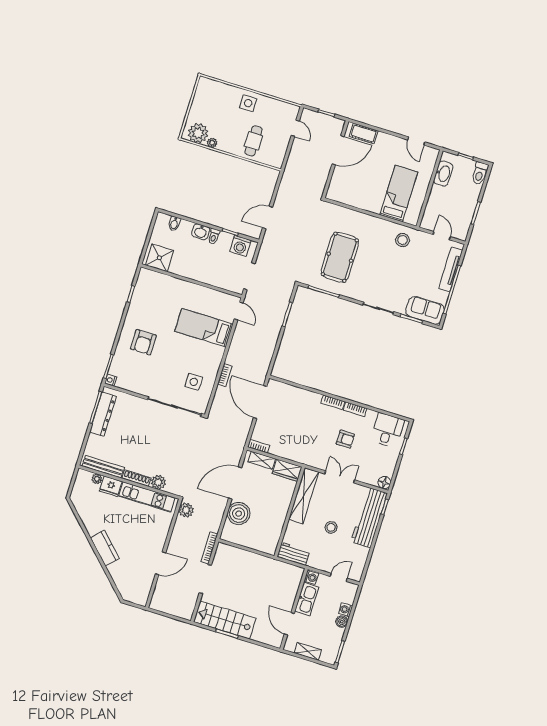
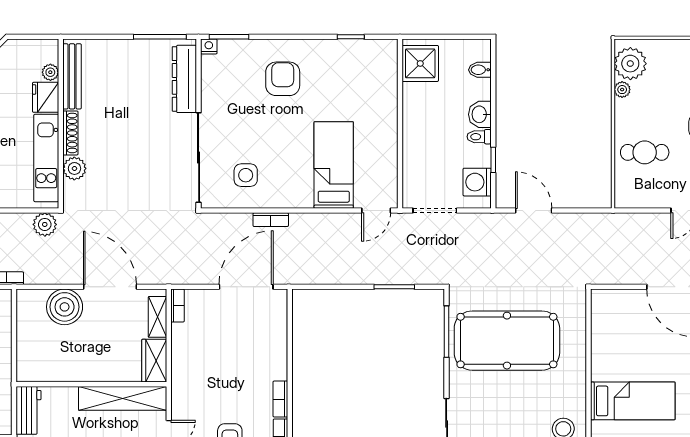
pool table: (340, 257) -> (507, 341), width x1.36, depth x1.32
armchair: (143, 342) -> (283, 79), turned 90
dresser: (103, 414) -> (184, 79), moved, turned 90

